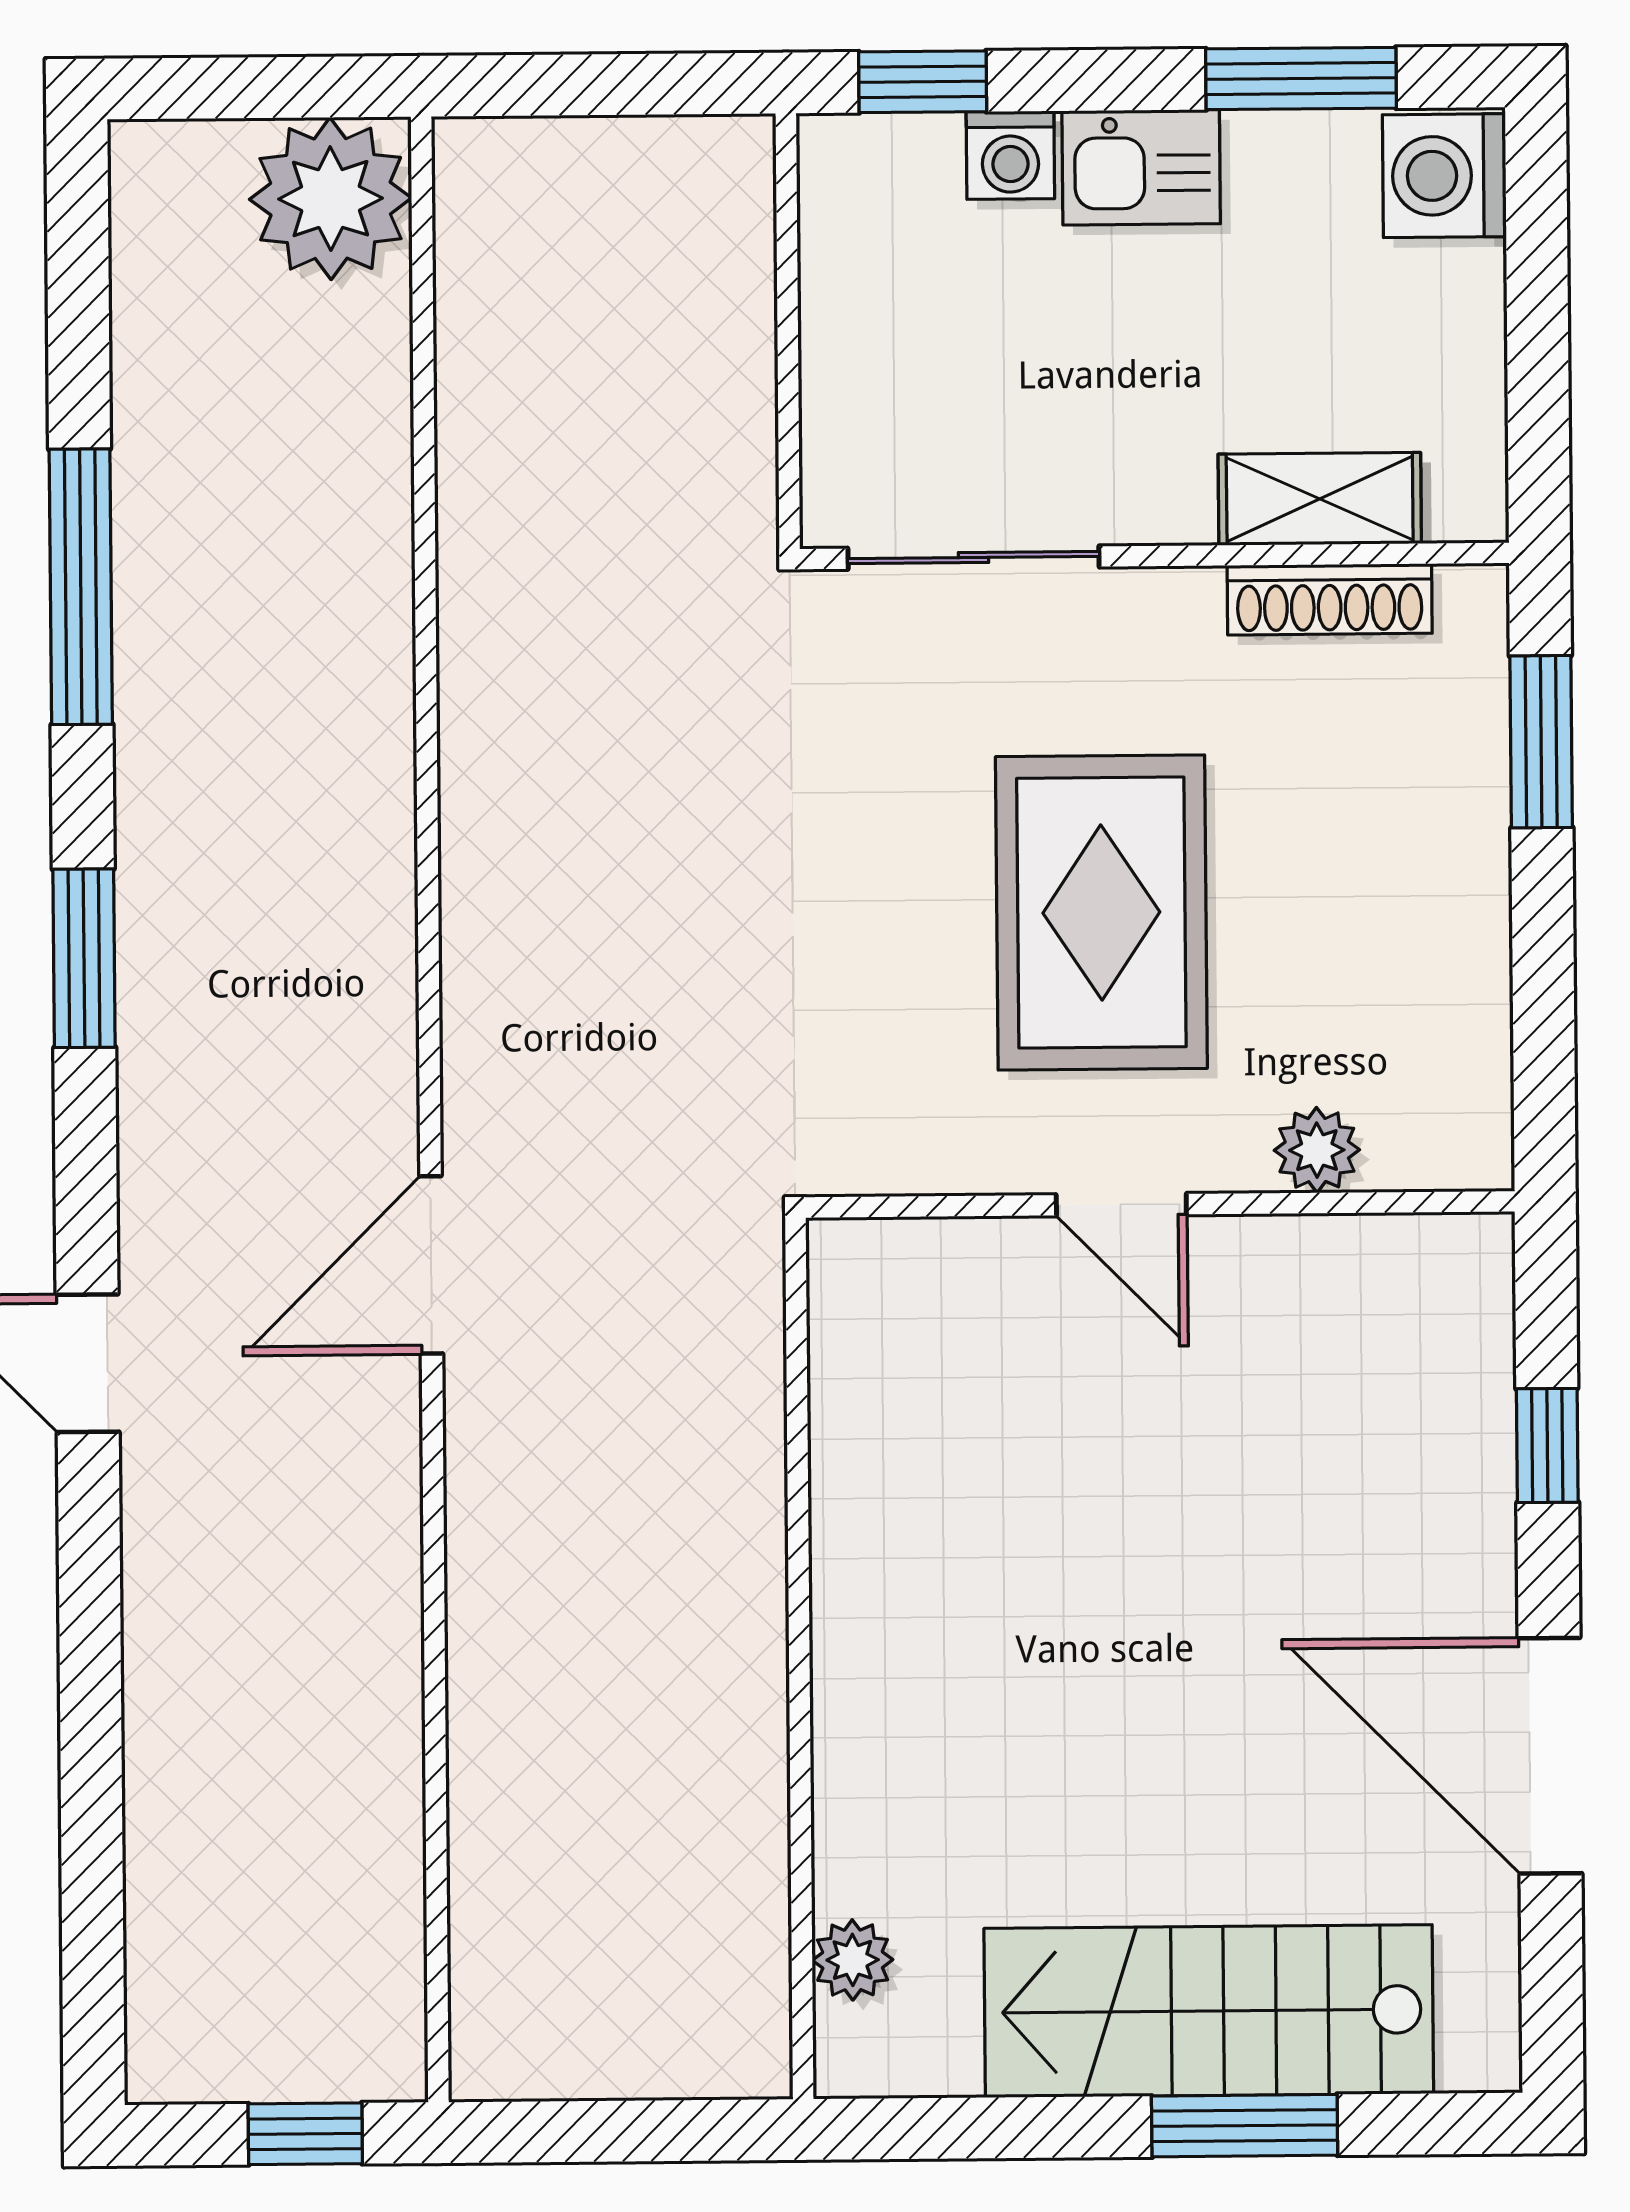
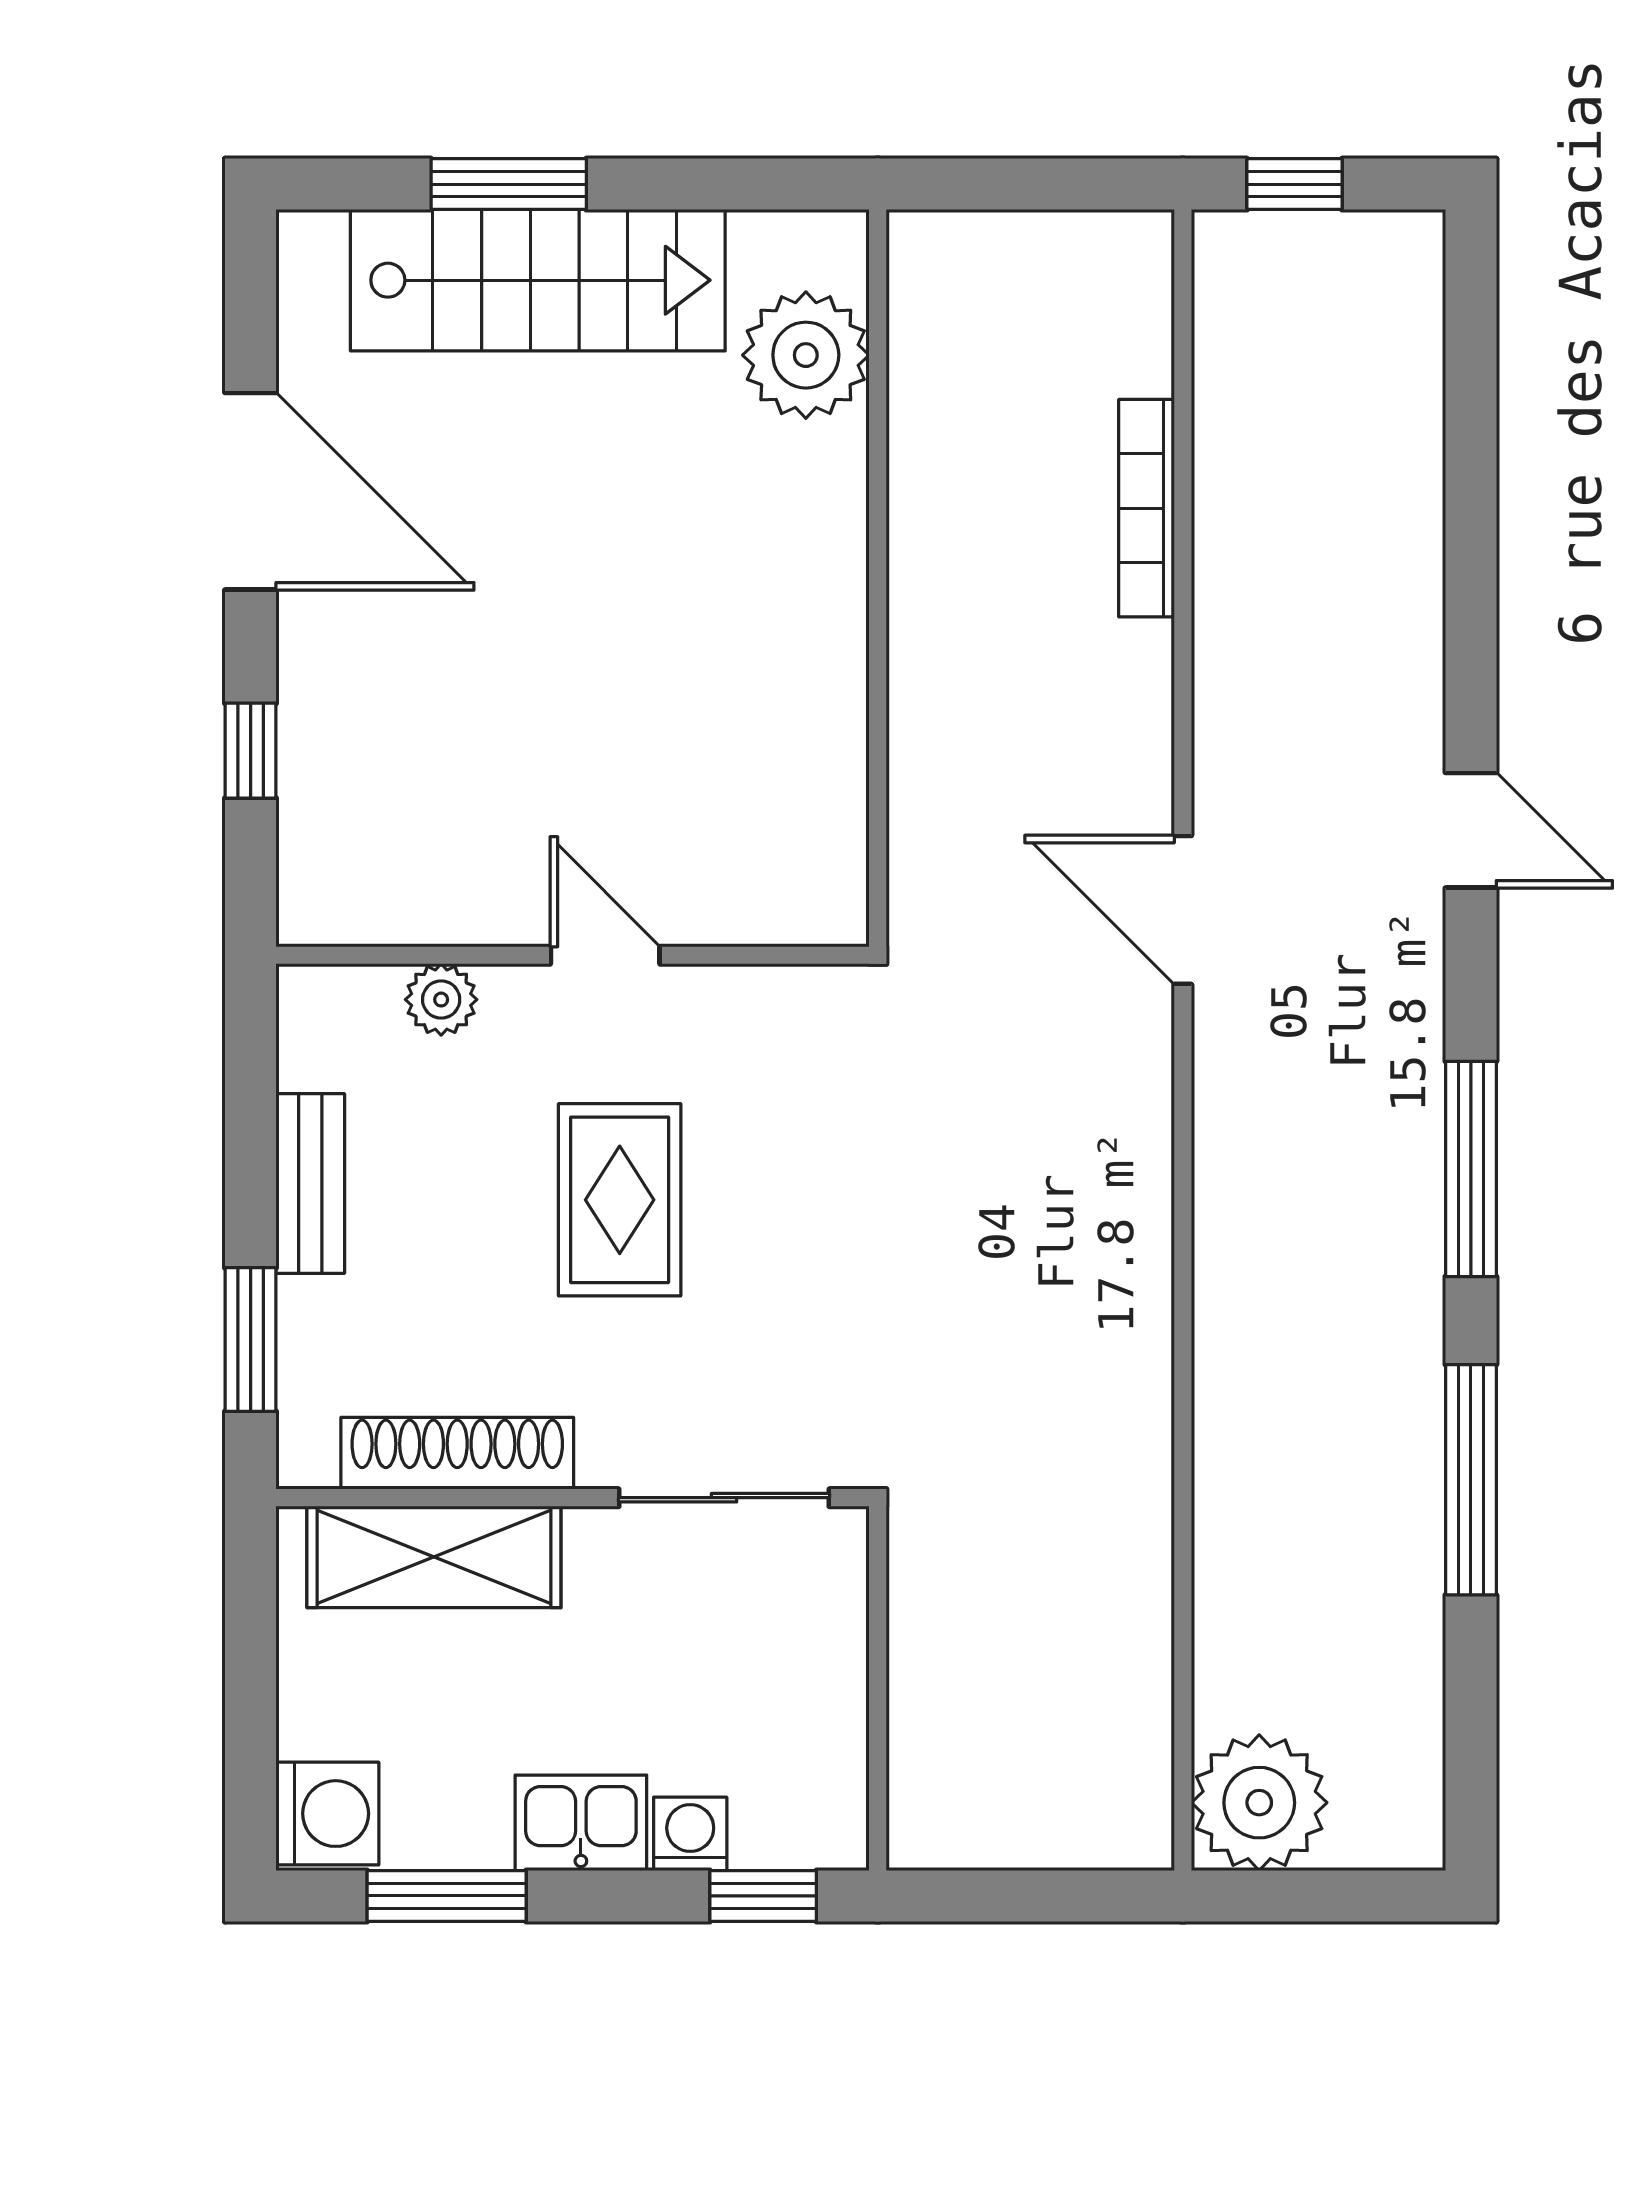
shelving: (1320, 499) -> (434, 1557), width x1.50, depth x1.33
shoe rack: (1330, 599) -> (457, 1453), width x1.36, depth x1.24
rug: (1101, 912) -> (620, 1200), width x0.73, depth x0.70
bench: (1471, 929) -> (310, 1183), added
window: (84, 958) -> (1471, 1169), width x1.44
door: (431, 1265) -> (1183, 910), swing flipped
bookcase: (479, 1745) -> (1146, 508), added
plant: (853, 1960) -> (806, 355), width x1.88, depth x1.88

